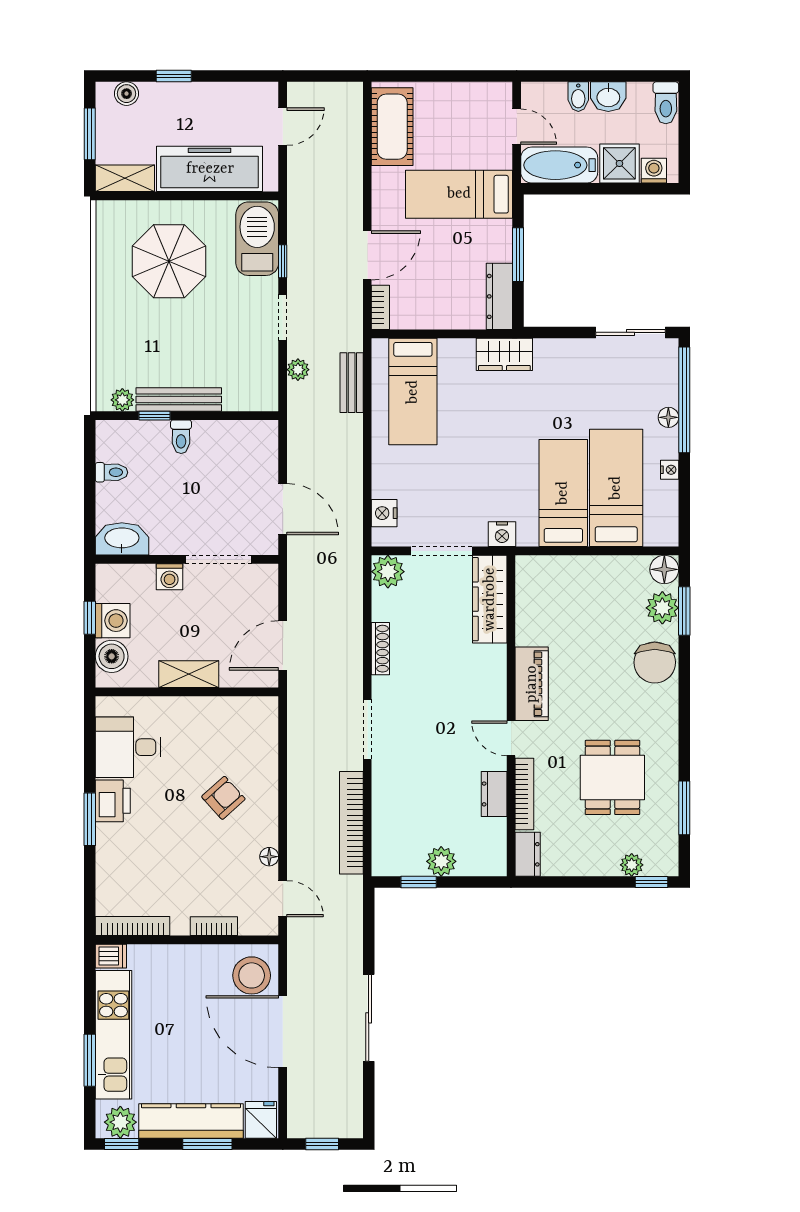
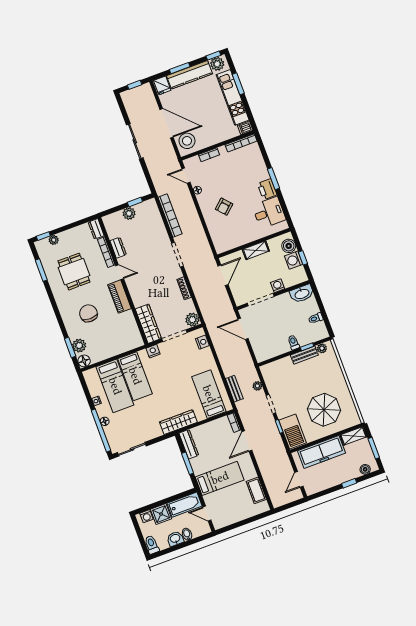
cot: (392, 127) -> (256, 490), width x0.73, depth x0.75
wardrobe: (504, 354) -> (178, 422), width x1.50
bench: (179, 399) -> (304, 355), width x0.73
chair: (655, 662) -> (88, 313), moved

